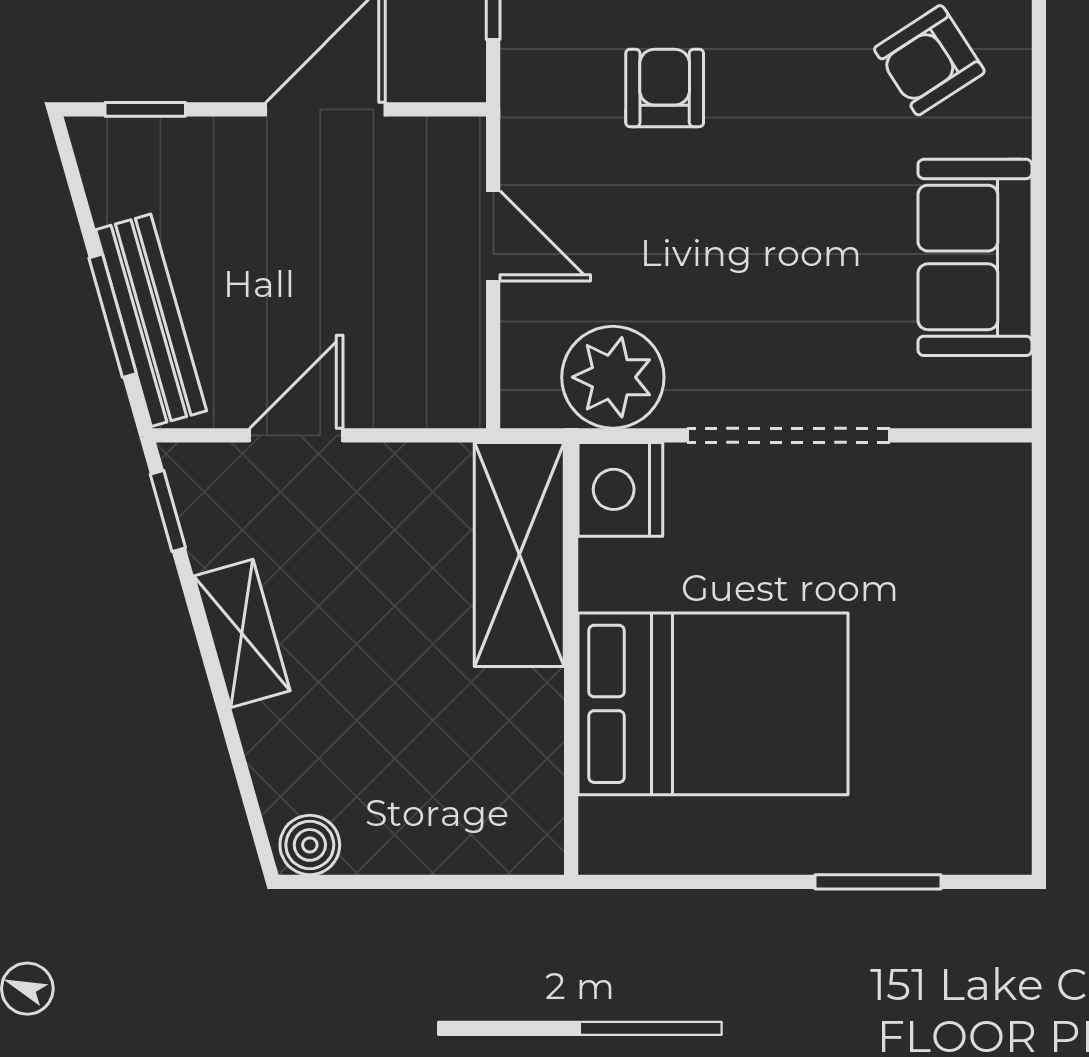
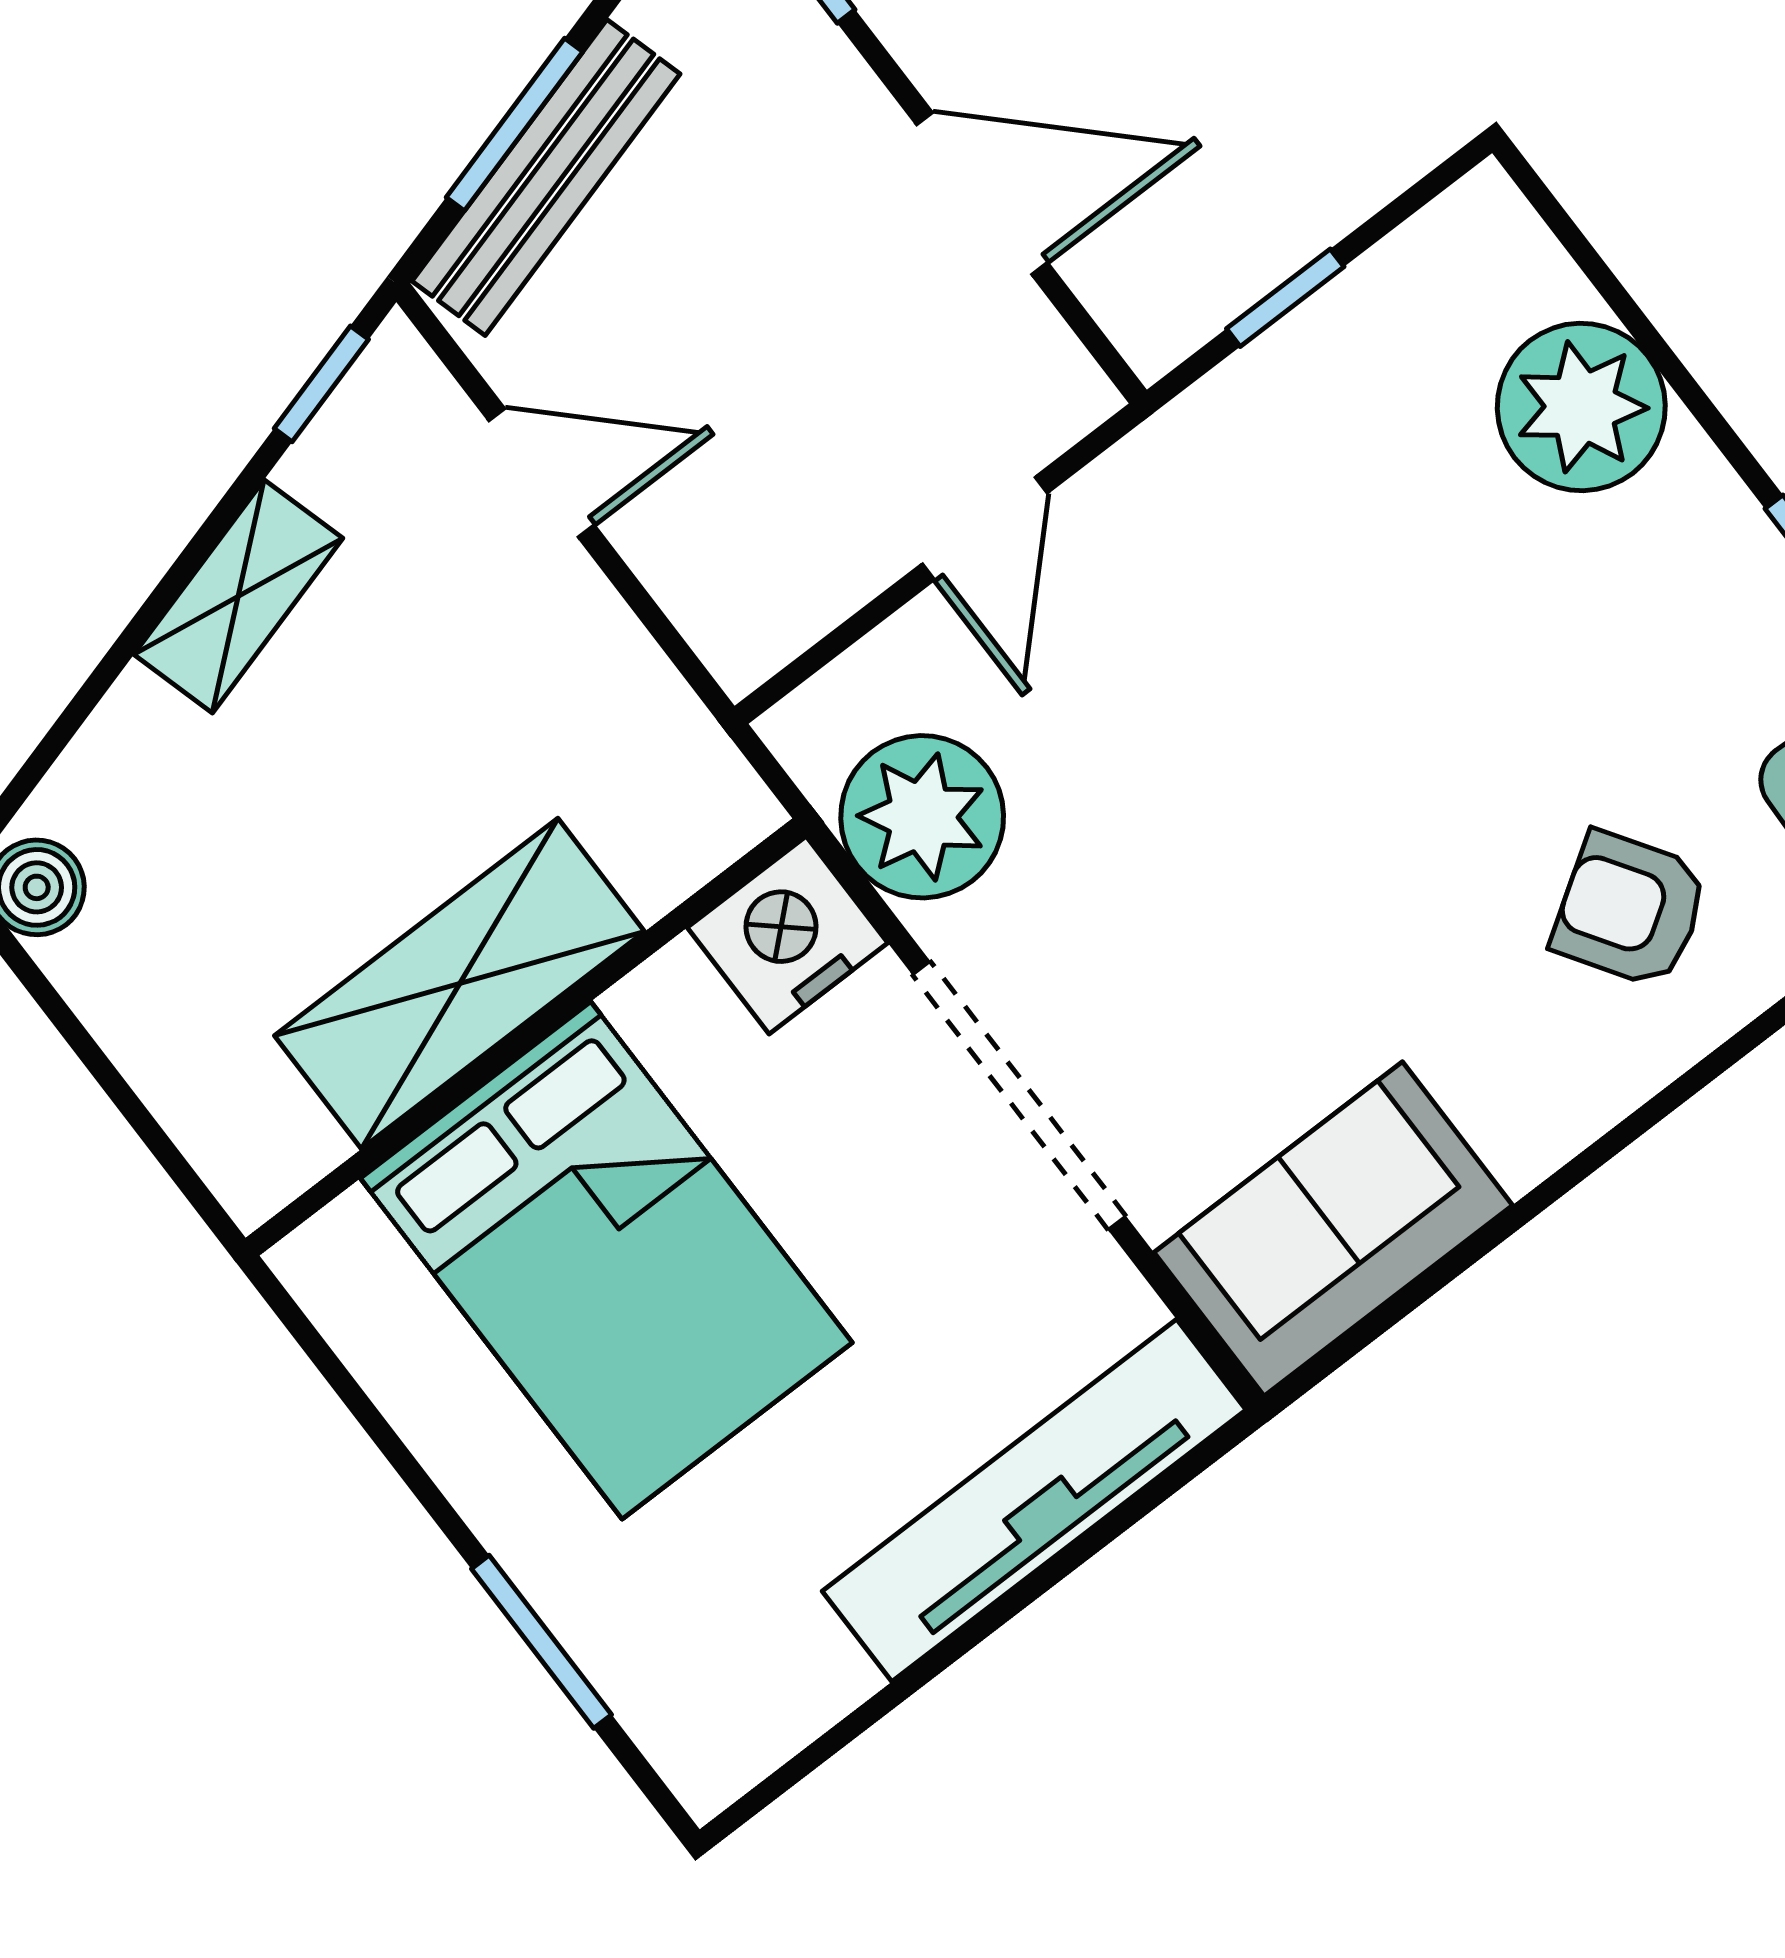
armchair: (665, 88) -> (1338, 602), removed
sofa: (975, 257) -> (1333, 1229), moved
shelving: (519, 554) -> (460, 984), moved
tv unit: (996, 583) -> (1034, 1500), added

